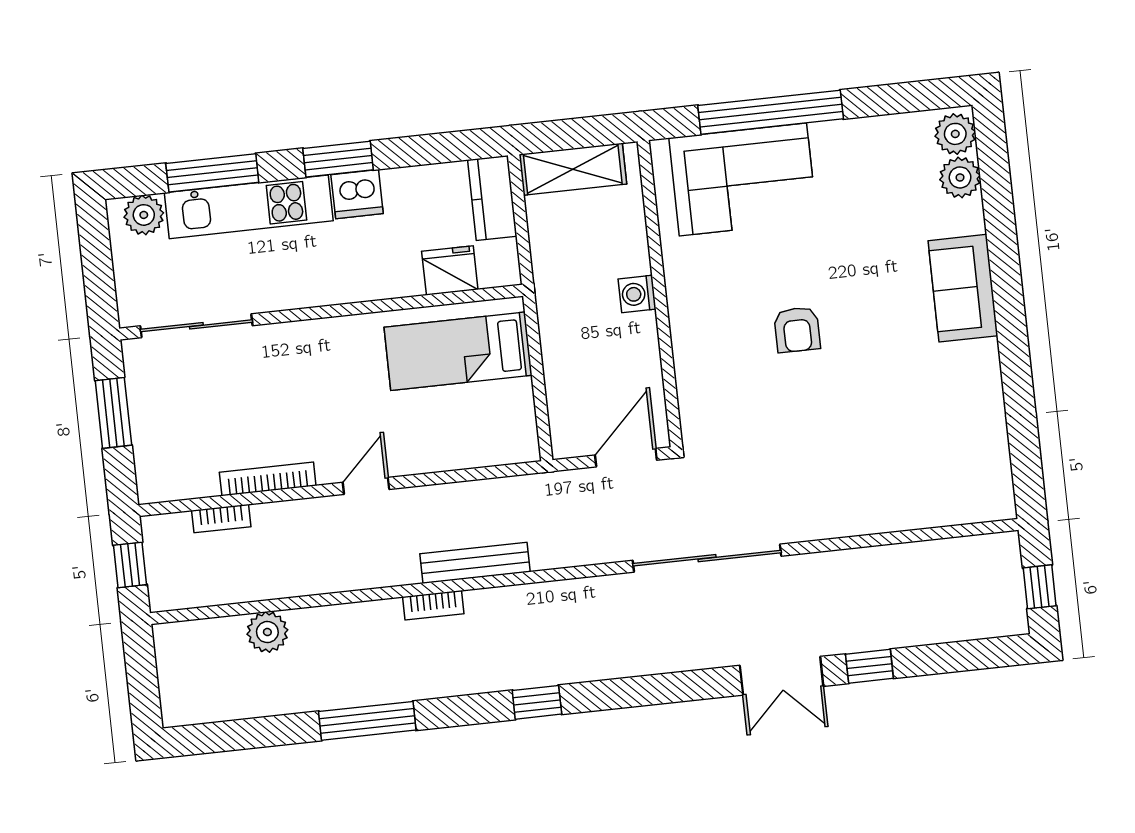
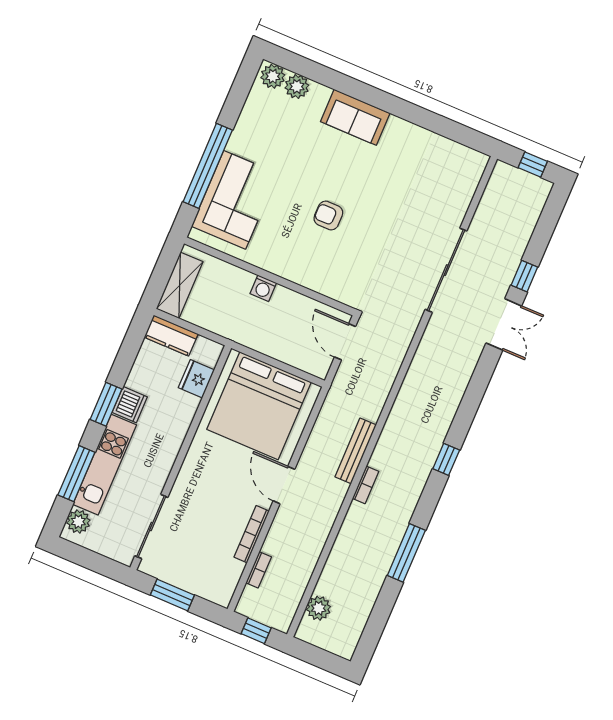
armchair: (797, 330) -> (328, 216), turned 180
bed: (458, 351) -> (259, 406), width x2.04
door: (366, 486) -> (284, 485), width x1.38
sliding door: (707, 558) -> (446, 270), moved
plant: (267, 632) -> (319, 608), moved

